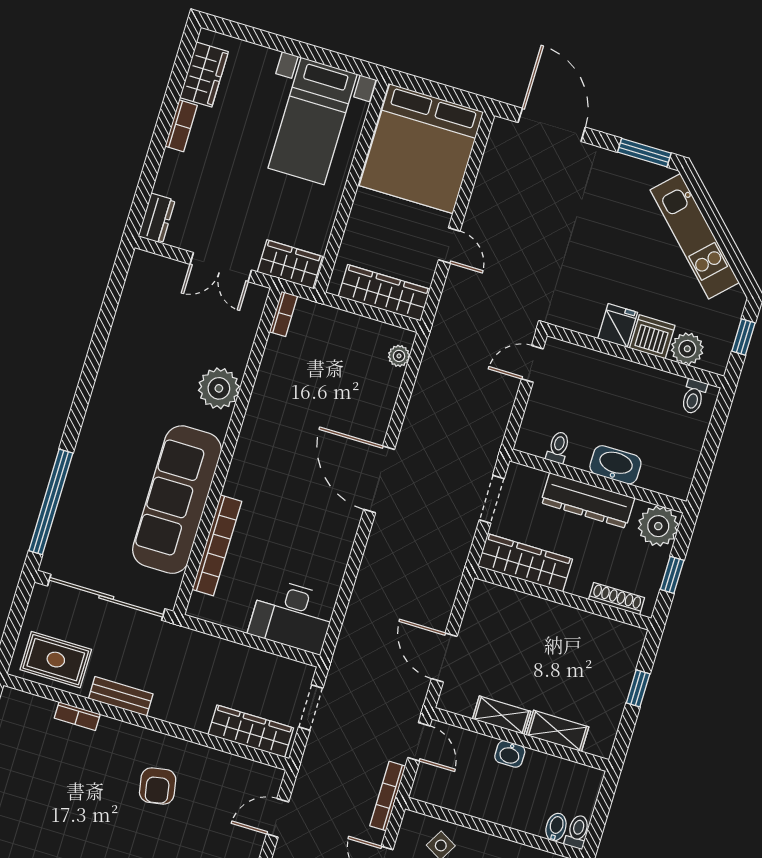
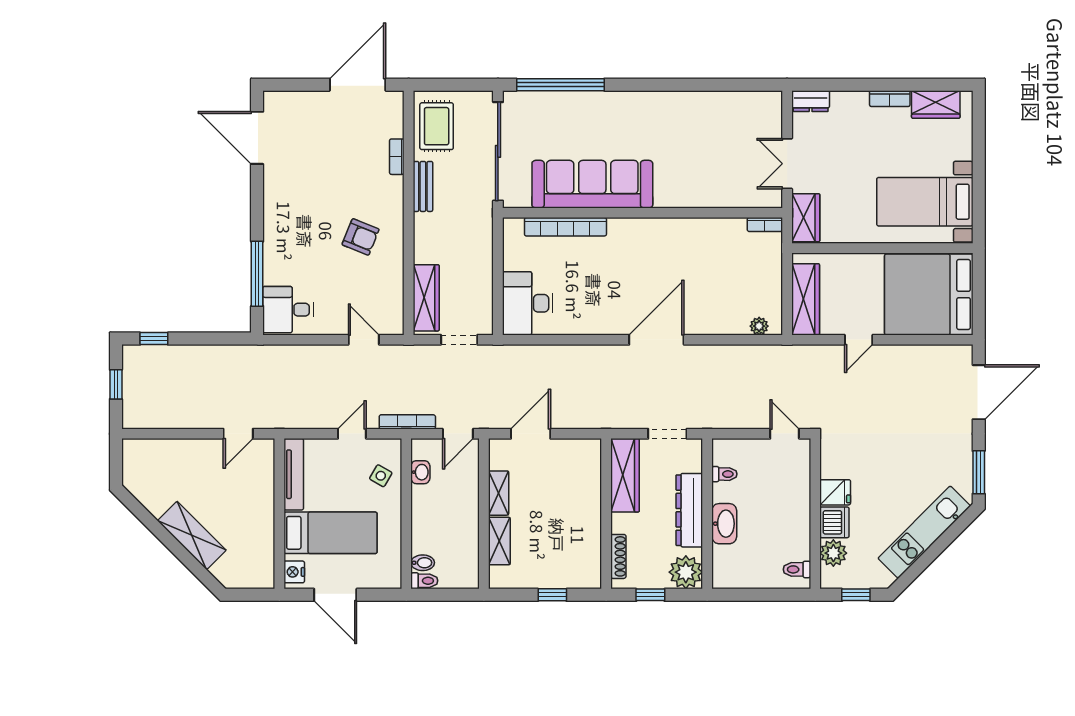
plant: (219, 388) -> (690, 191), removed
washbasin: (510, 754) -> (420, 472), moved, turned 180
armchair: (158, 786) -> (361, 237), turned -148

